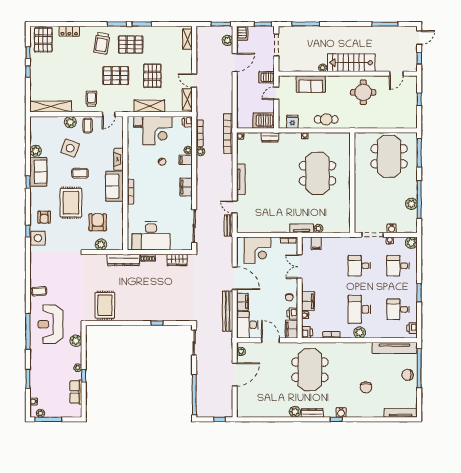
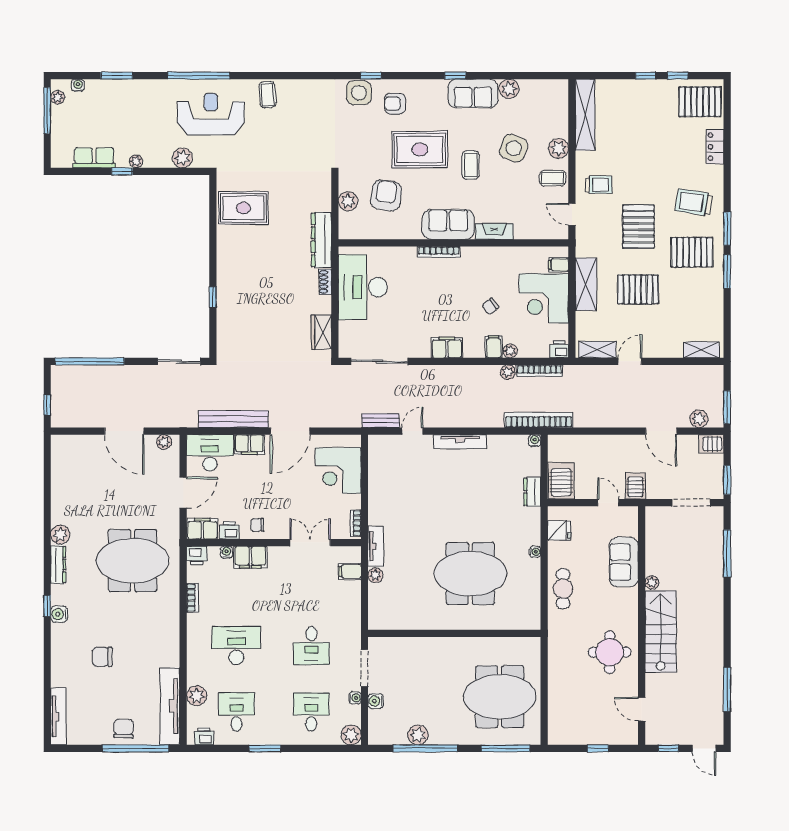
pallet: (131, 44) -> (692, 252), turned 90
armchair: (98, 222) -> (386, 195), turned -82
desk: (359, 266) -> (311, 646), turned 180
plant: (360, 332) -> (197, 696), moved

